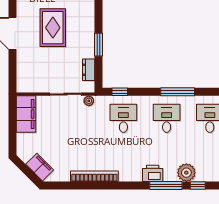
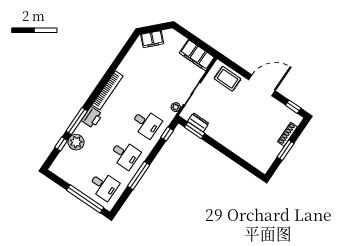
rug: (53, 28) -> (228, 79), moved, width x0.73, depth x0.70
window: (99, 45) -> (195, 130), moved
bookcase: (94, 176) -> (107, 90), moved

